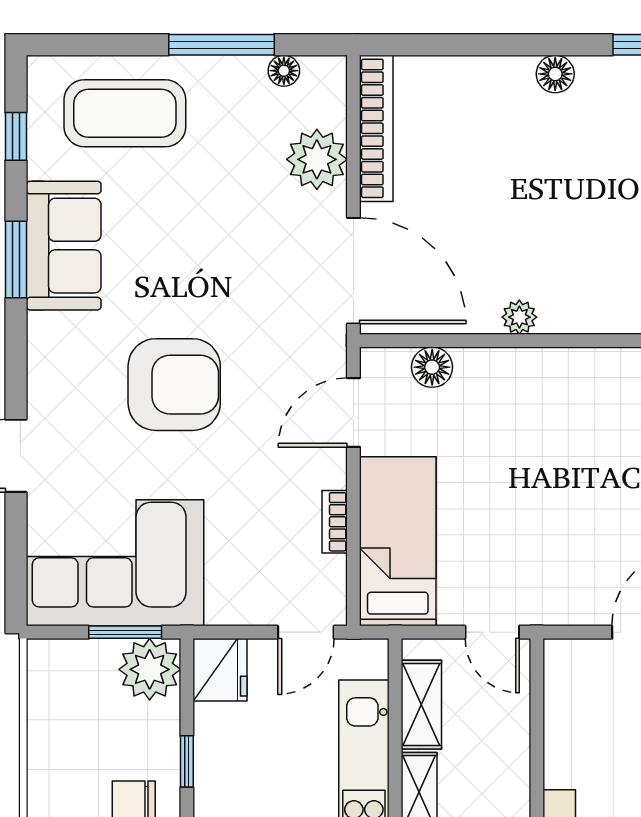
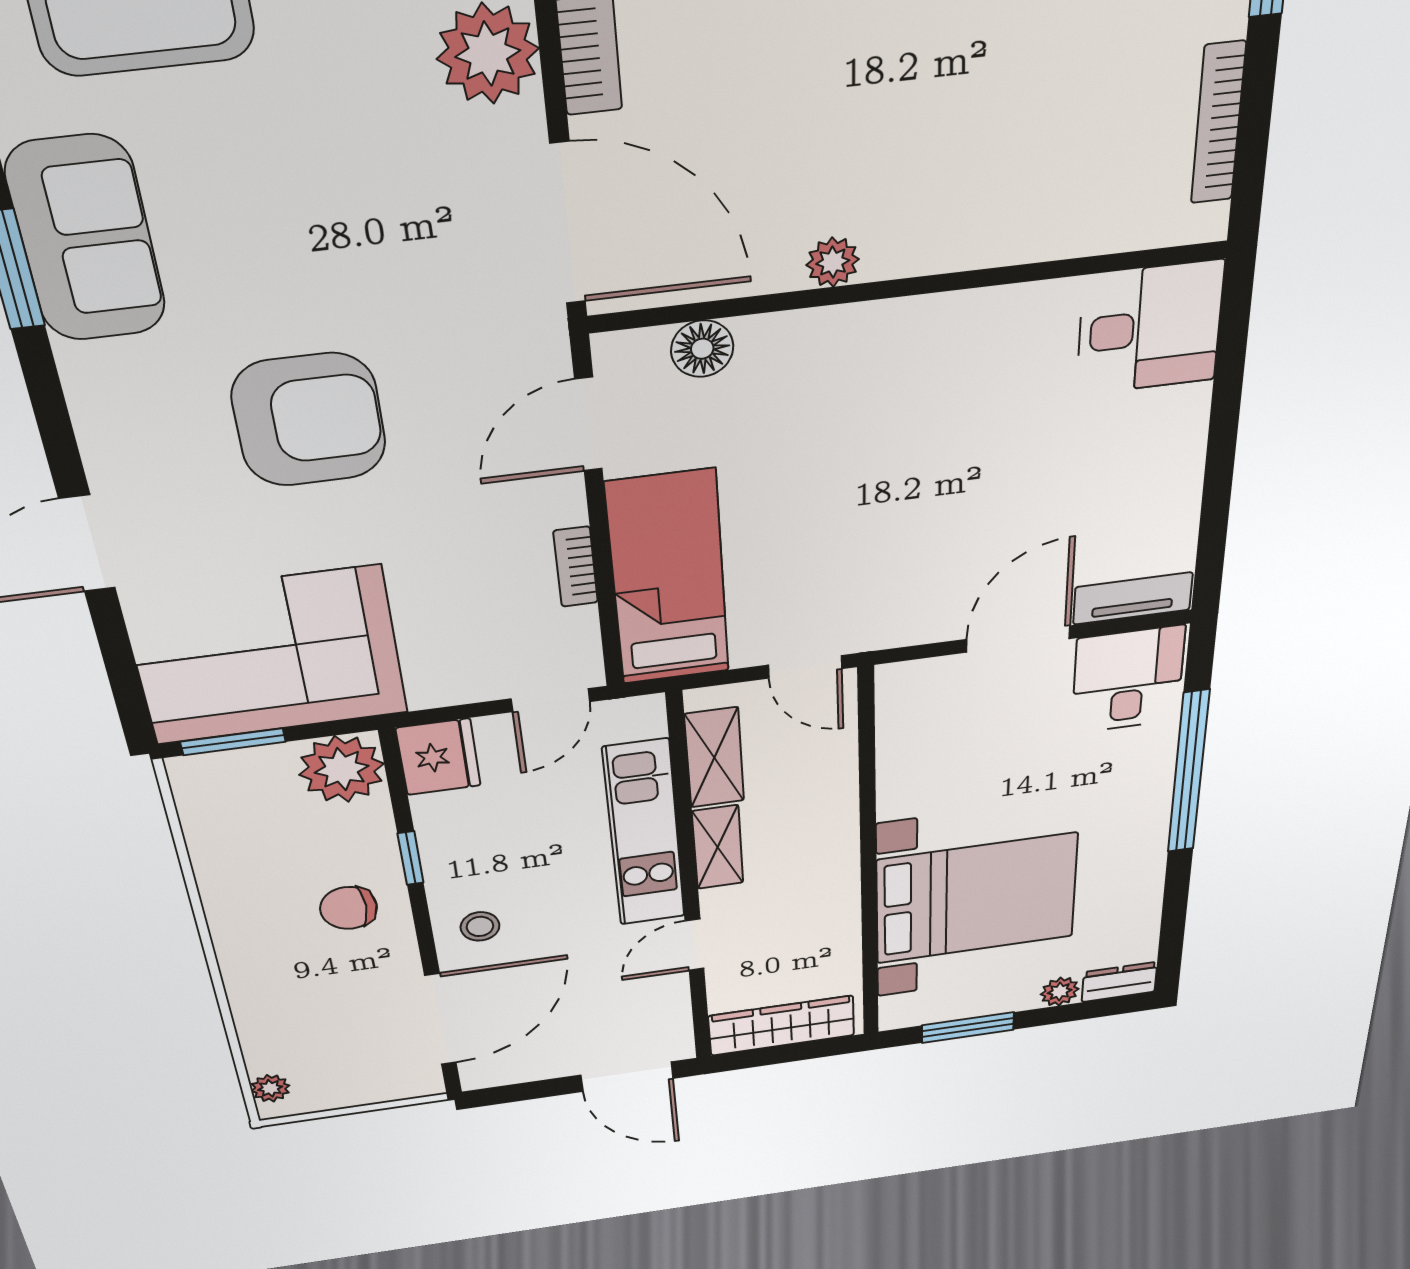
window: (125, 632) -> (233, 742), moved

